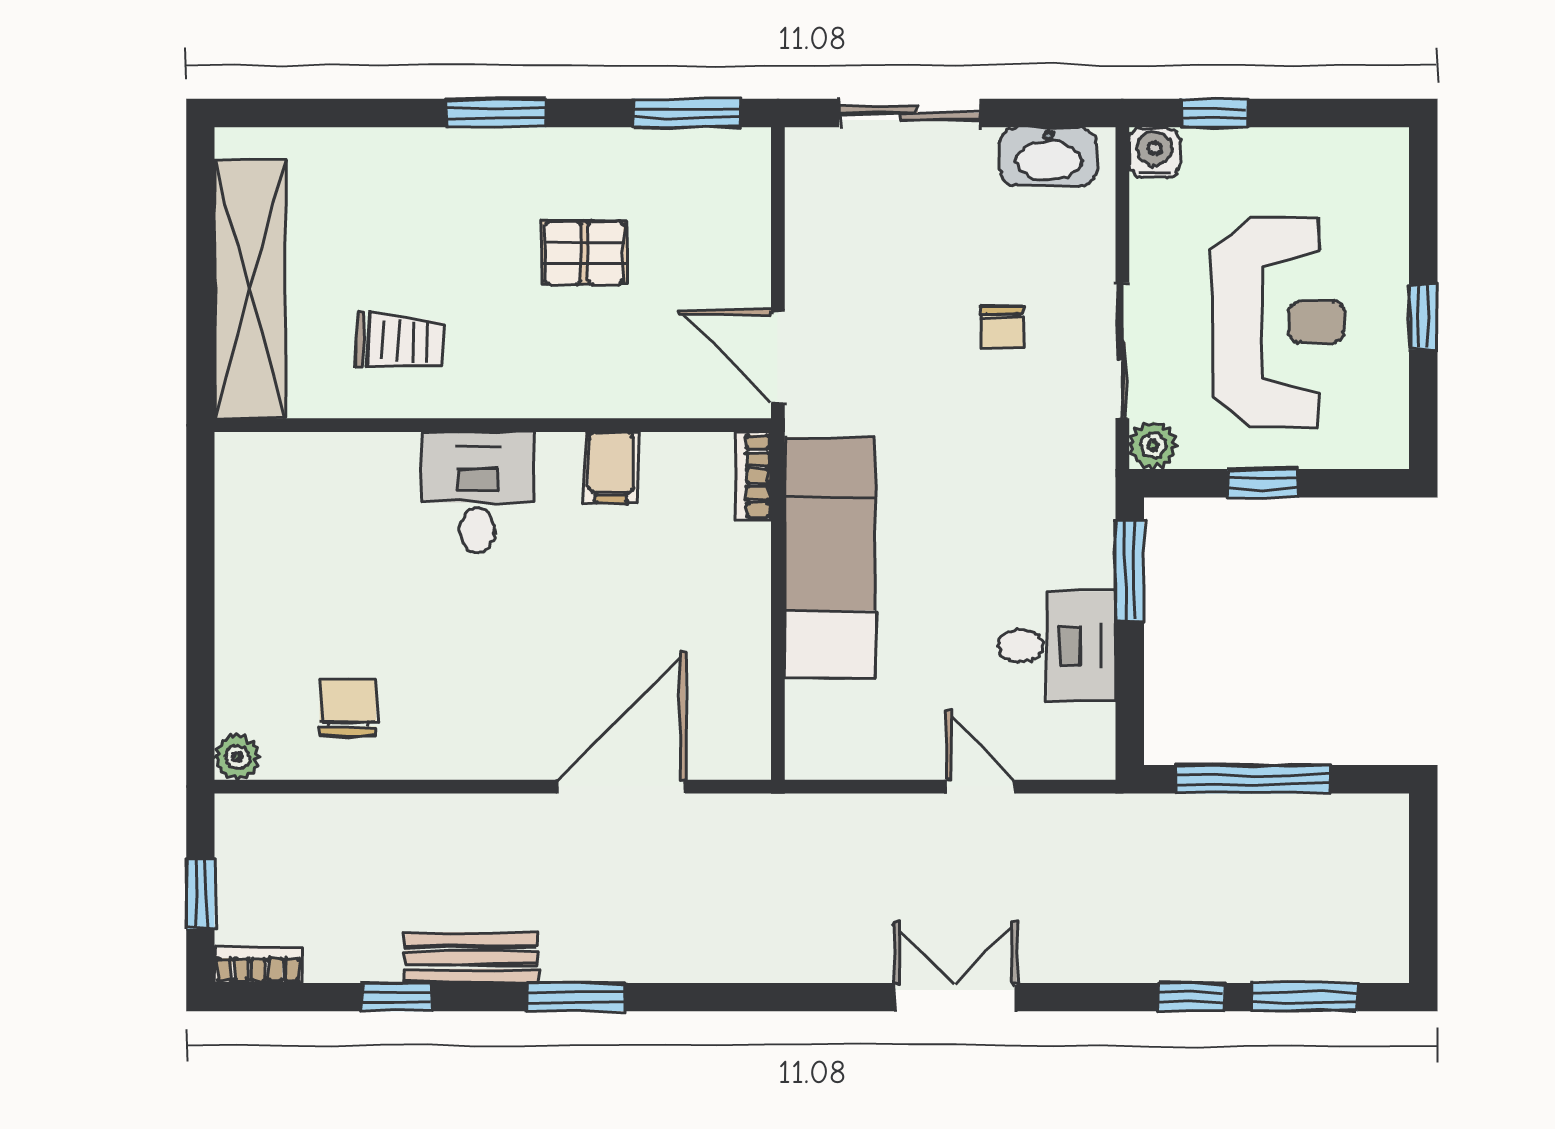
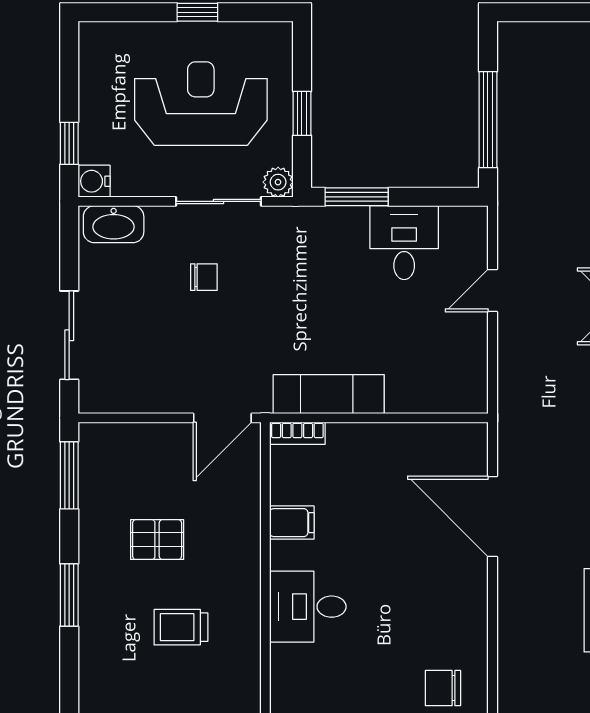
washbasin: (1049, 157) -> (114, 224), moved, turned 90
pallet: (584, 253) -> (157, 540), turned 90
trolley: (399, 341) -> (181, 627), moved, turned -93
exam couch: (830, 558) -> (329, 394), width x0.73, depth x0.69

